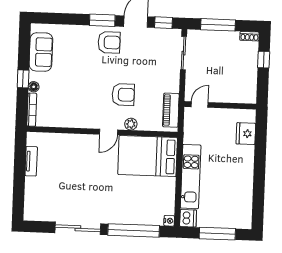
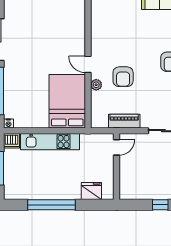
door: (200, 105) -> (117, 147), hinge flipped
piano: (171, 110) -> (124, 121), moved
window: (259, 178) -> (51, 205), added

